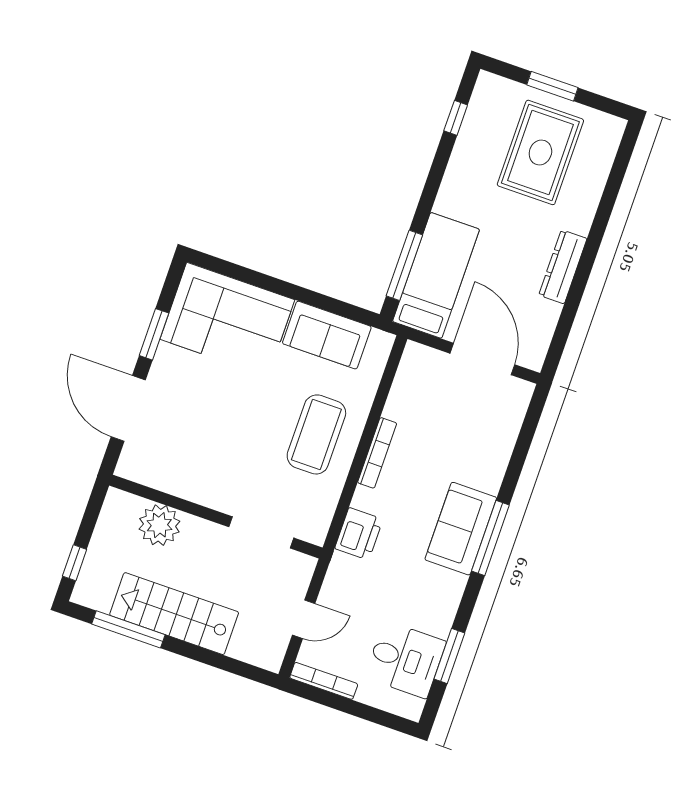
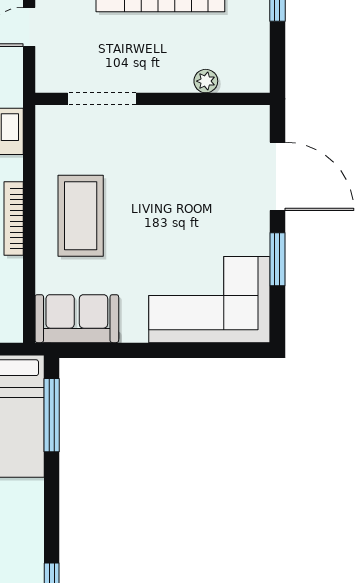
sofa: (327, 335) -> (77, 319), moved
plant: (159, 525) -> (206, 81), width x0.53, depth x0.53

